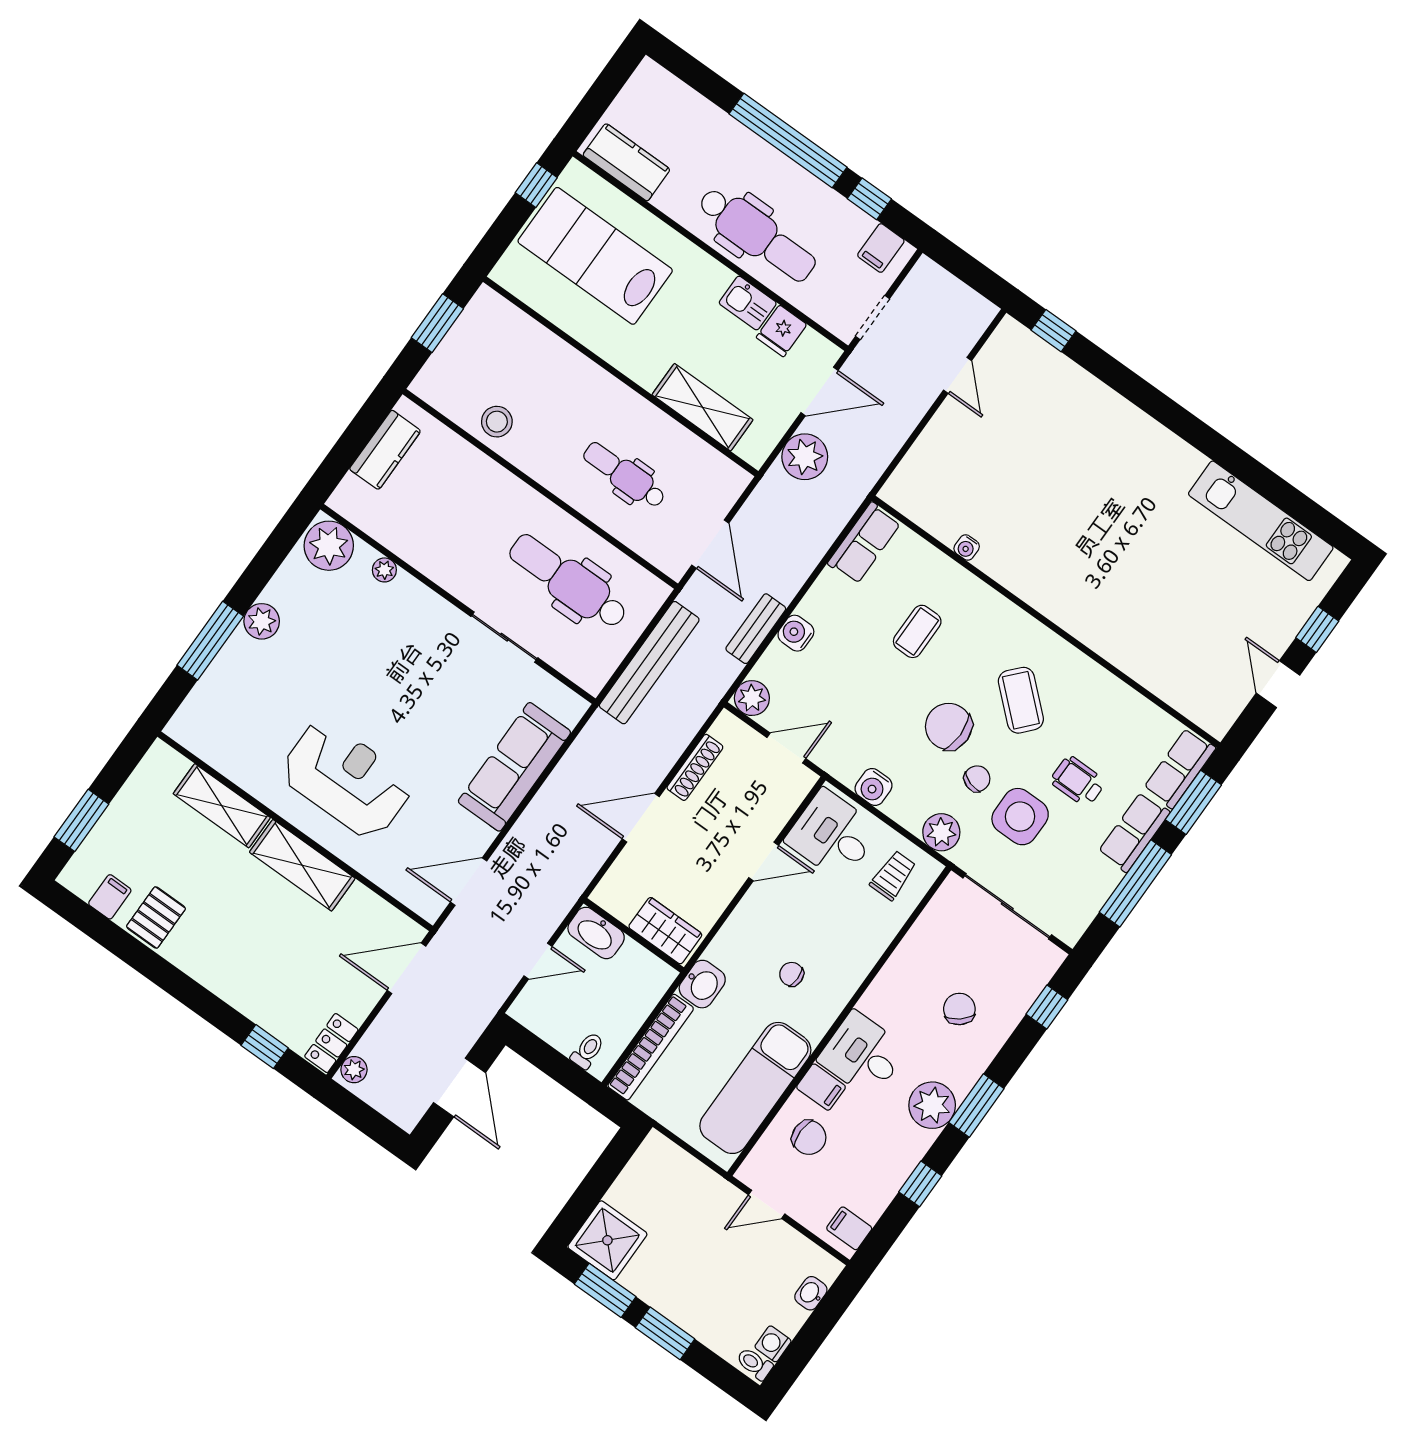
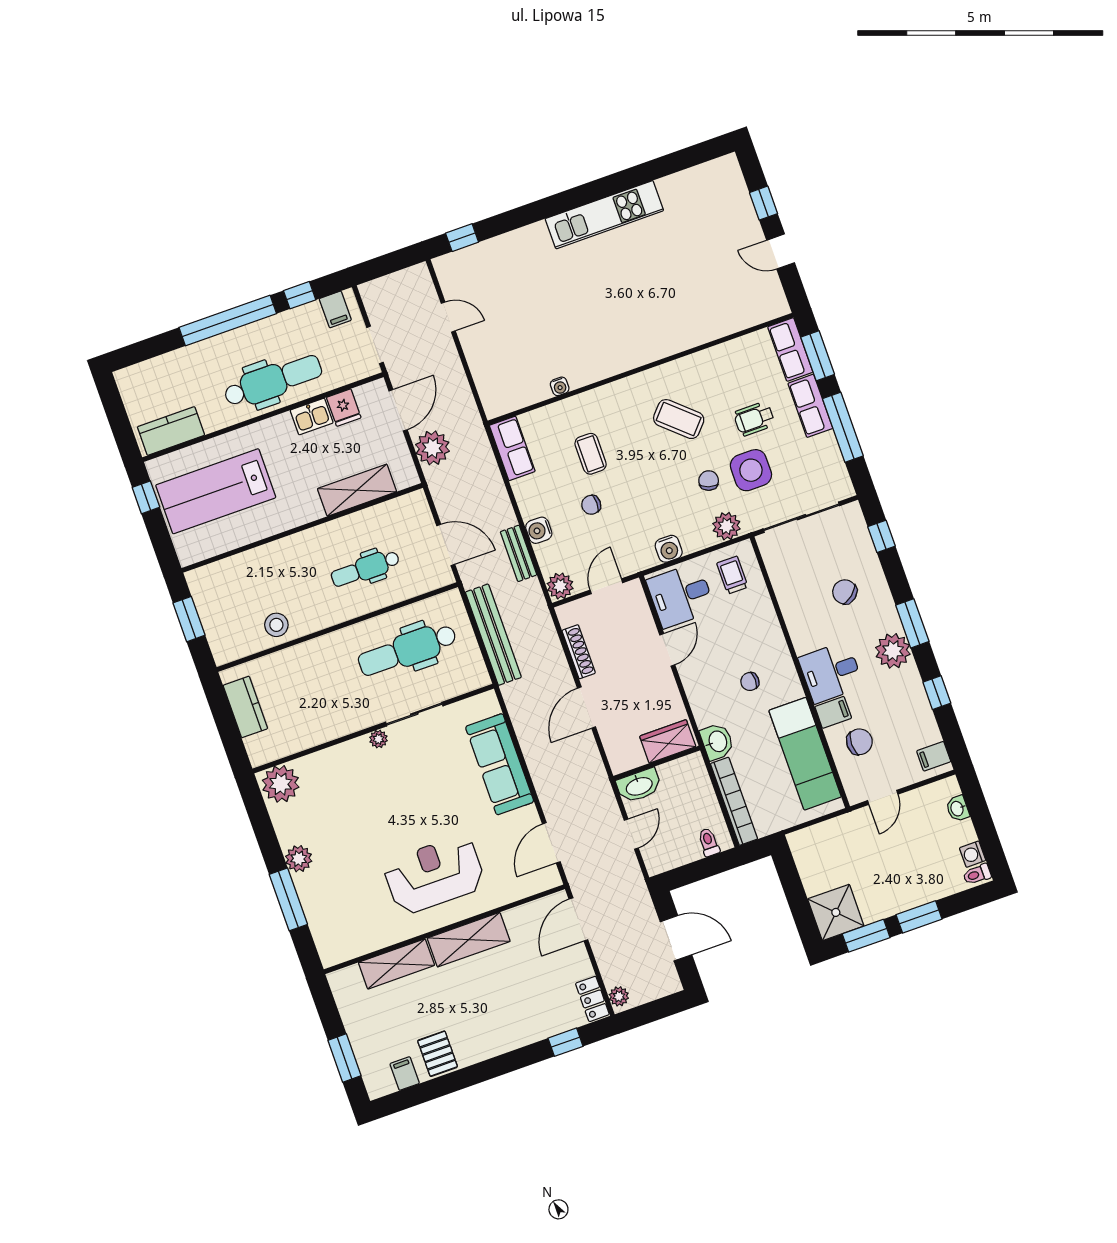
kitchen unit: (1261, 521) -> (604, 215), moved
plant: (384, 570) -> (378, 739), moved
chair: (949, 726) -> (591, 505), moved, width x0.54, depth x0.54

